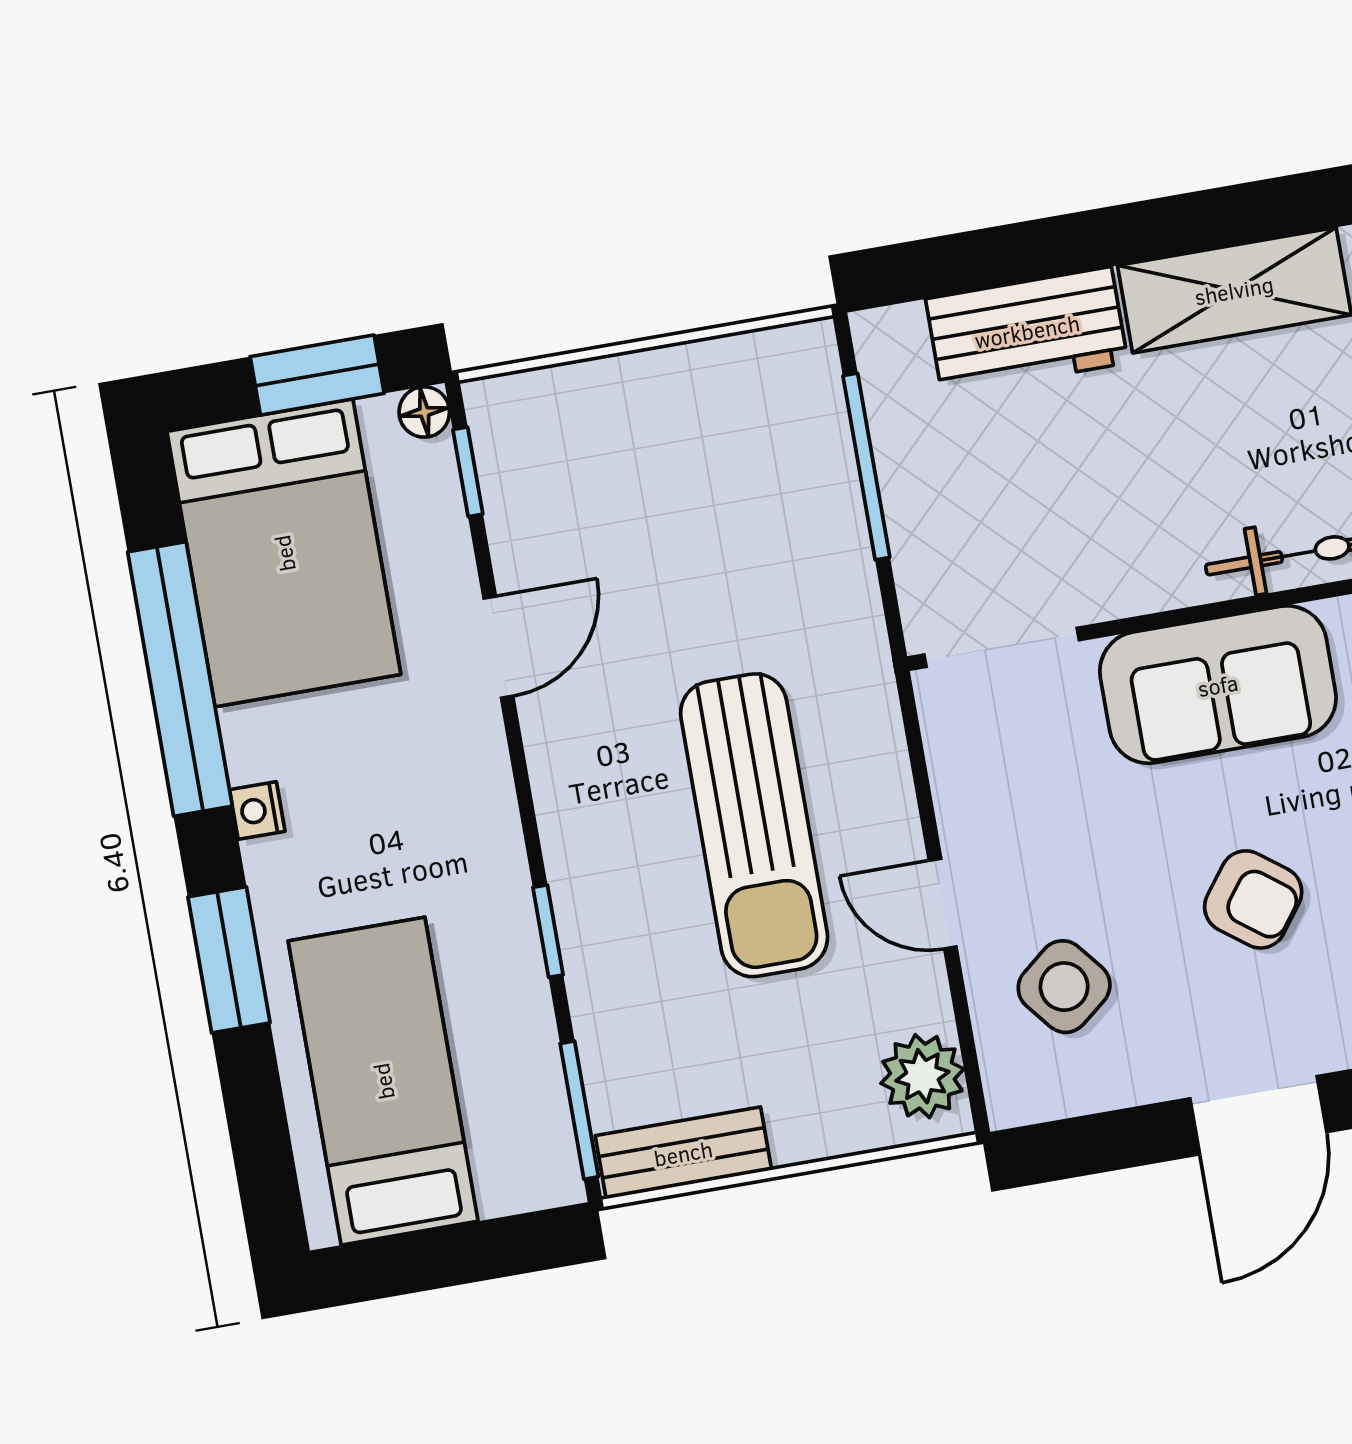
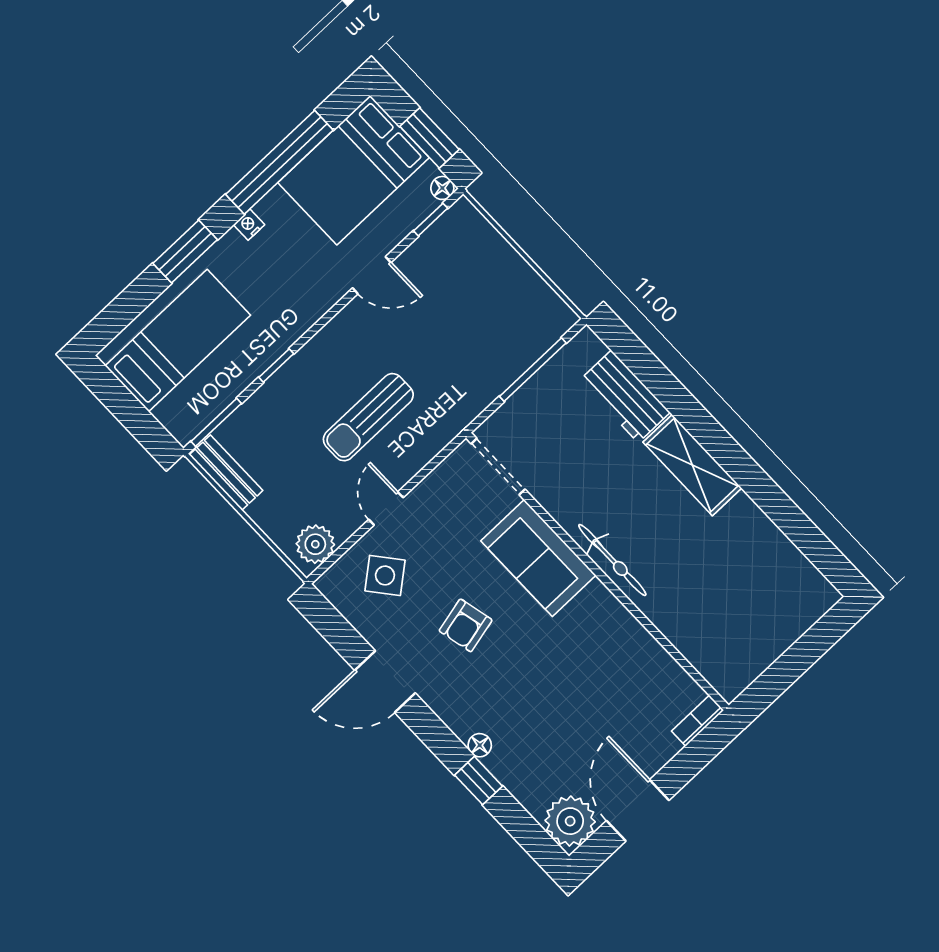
sun lounger: (754, 825) -> (368, 417), width x0.73, depth x0.75
armchair: (1253, 899) -> (466, 625), turned 40

